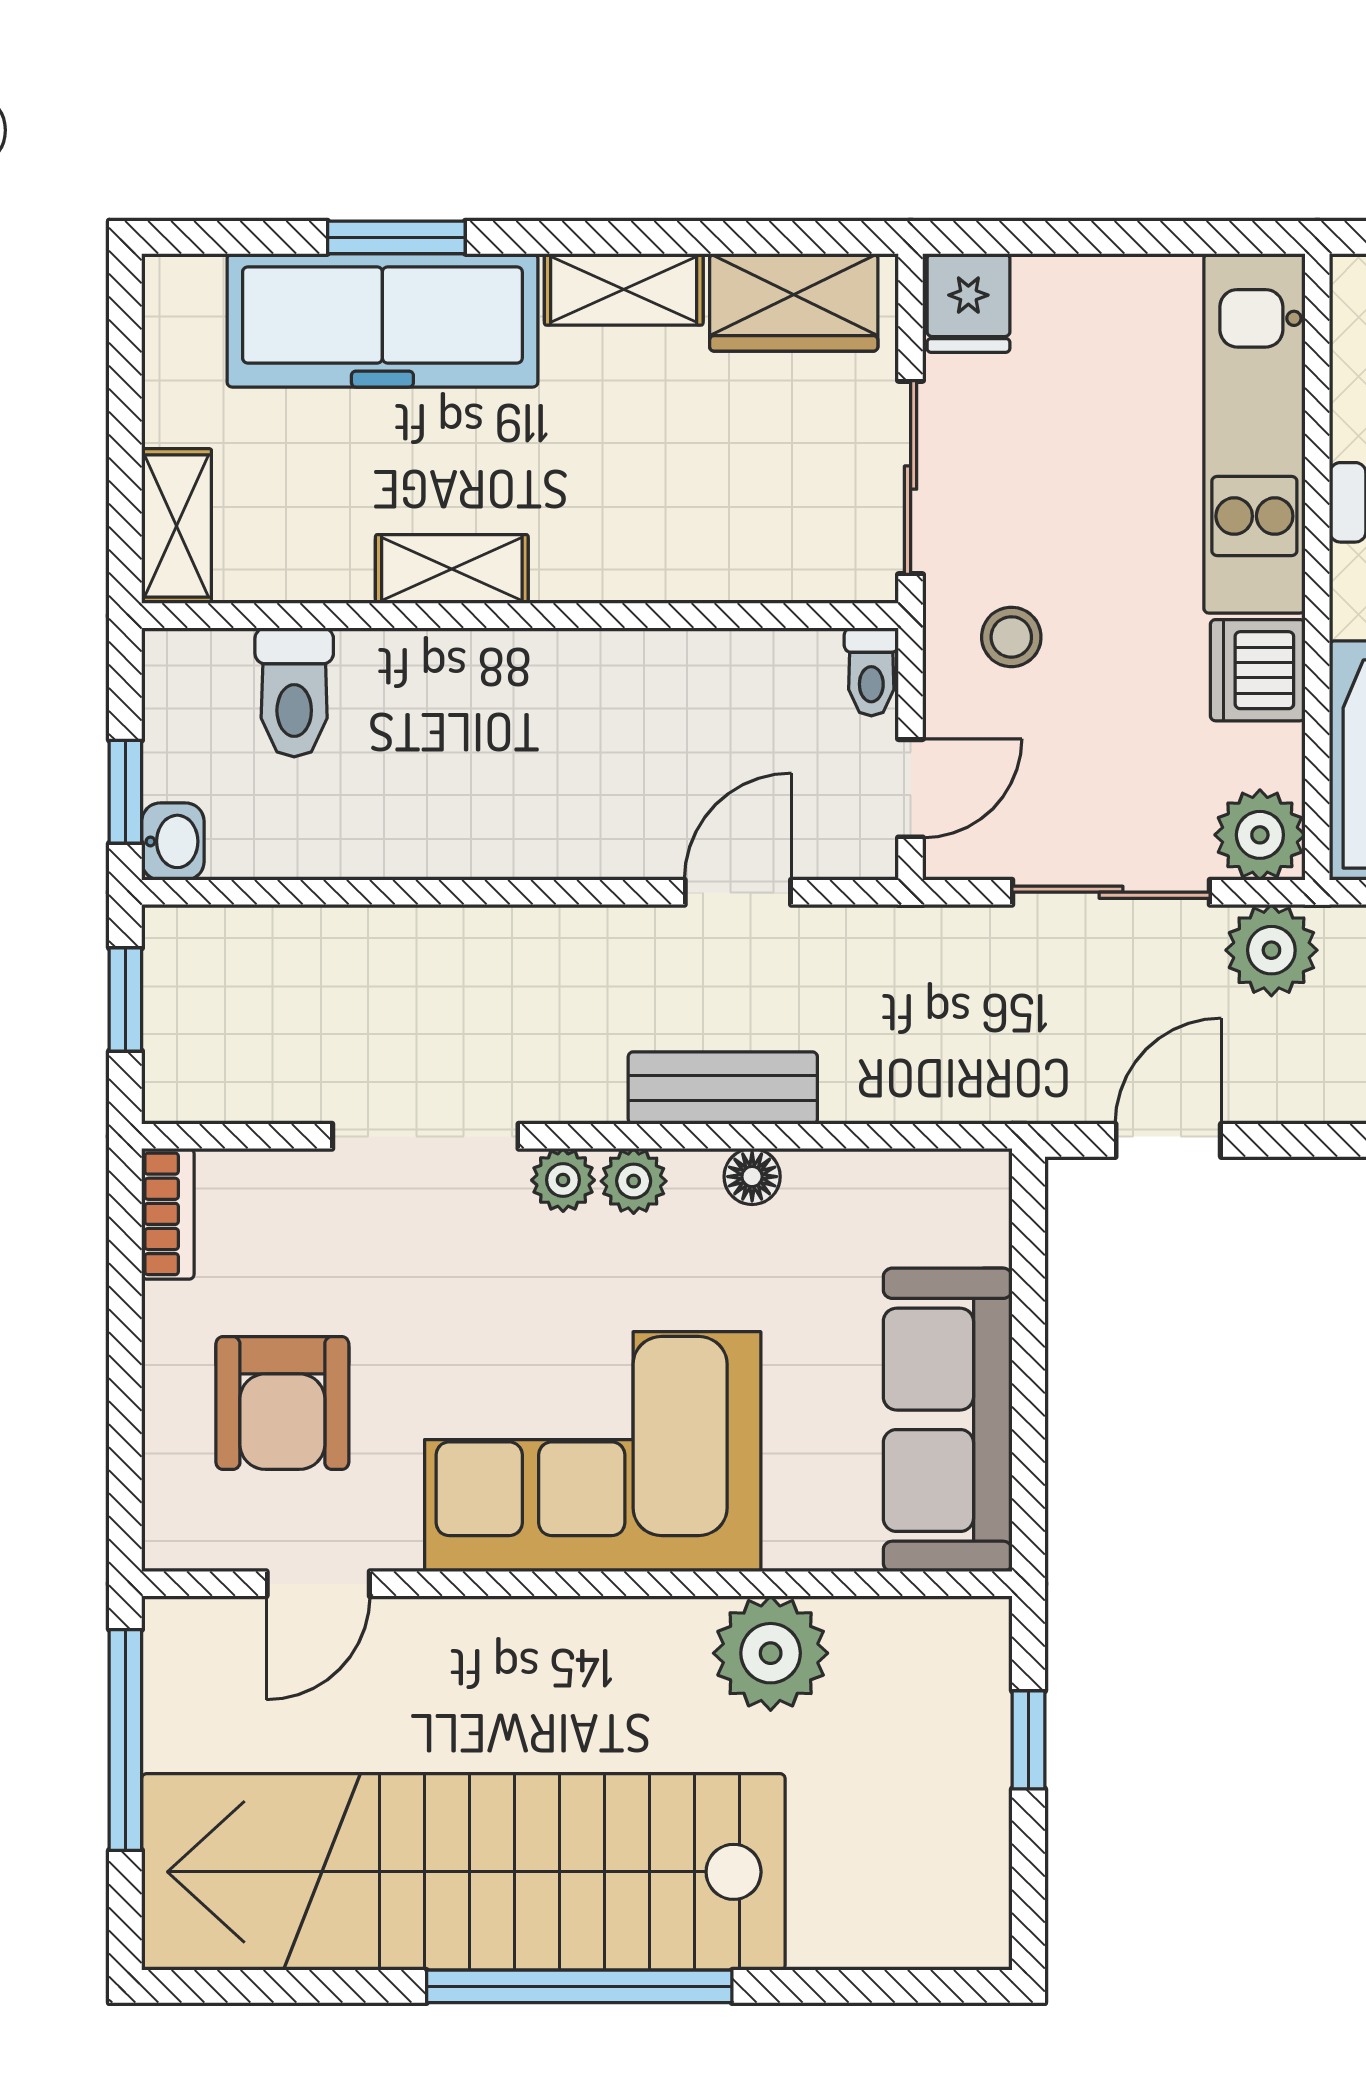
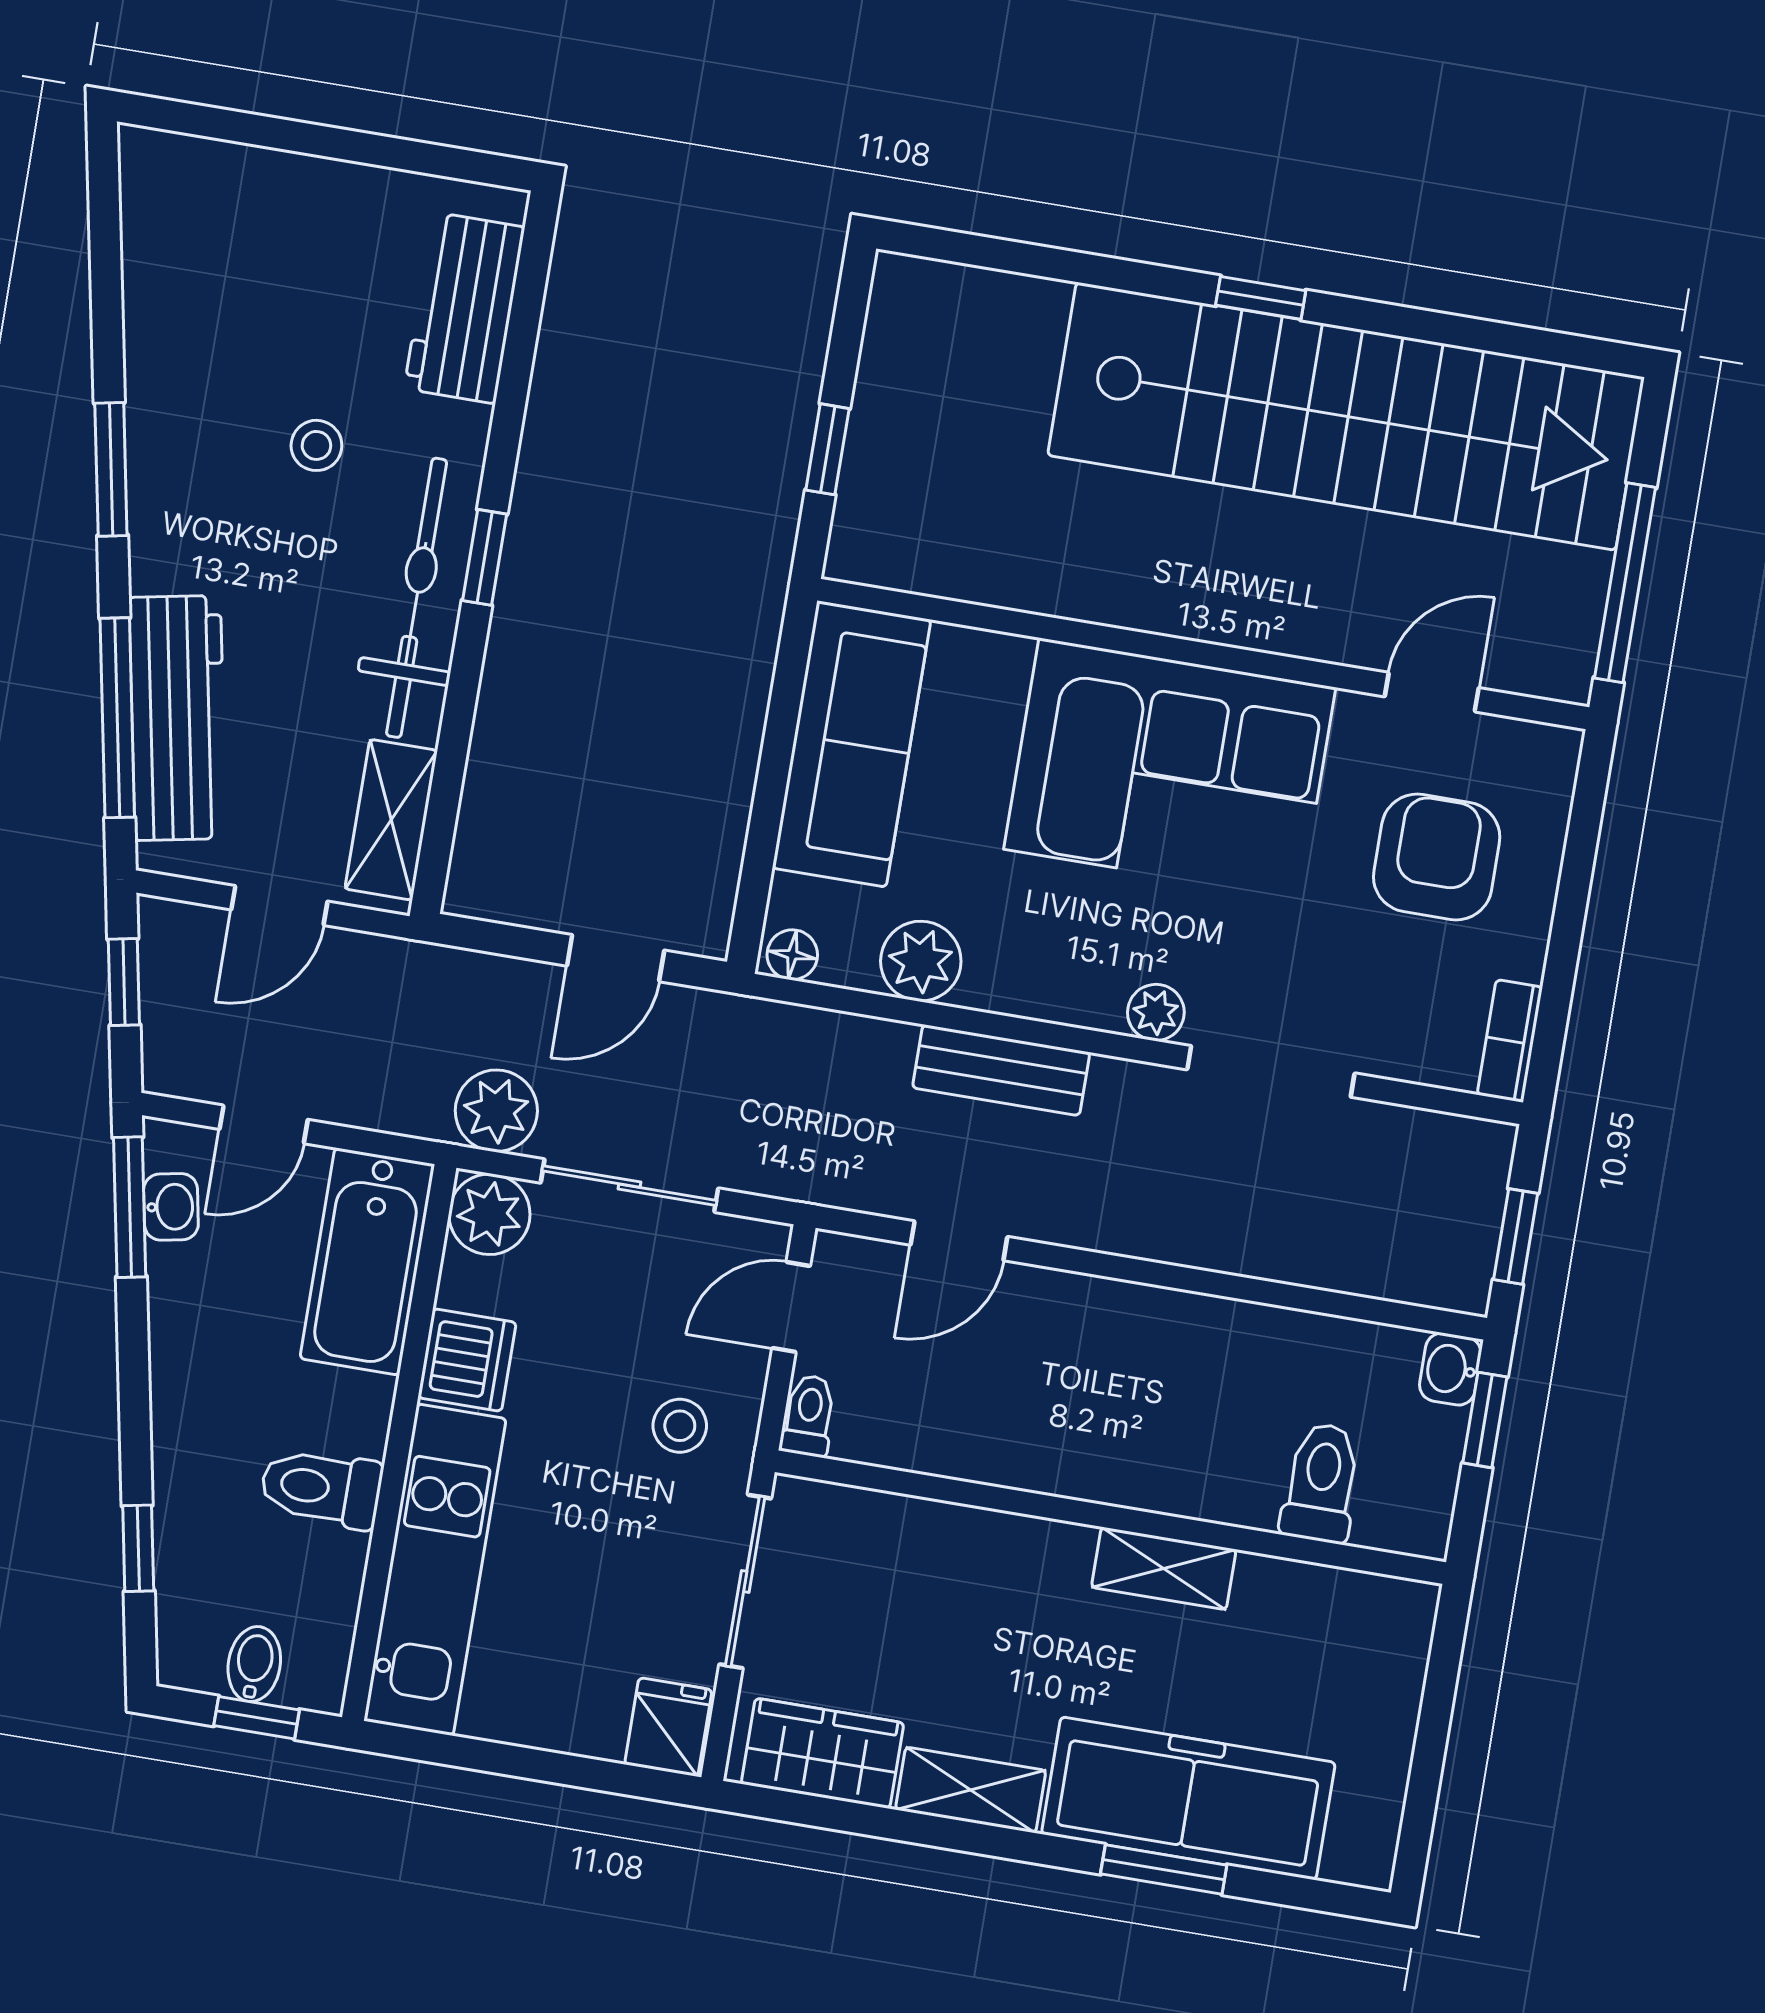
shelving: (177, 526) -> (1400, 1647), removed
floor lamp: (752, 1177) -> (792, 955), moved
plant: (634, 1181) -> (921, 961), moved, width x1.38, depth x1.38
plant: (771, 1653) -> (1042, 564), removed
window: (579, 1986) -> (1261, 298), width x0.32

